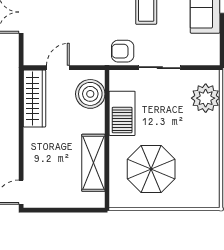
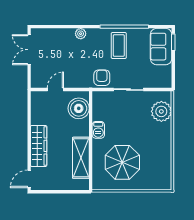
armchair: (123, 51) -> (102, 78), turned 90
wardrobe: (34, 98) -> (39, 146), moved
barbecue: (122, 113) -> (98, 130), width x0.53, depth x0.65

